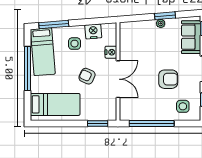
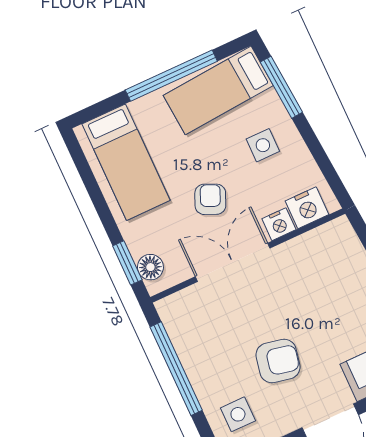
nightstand: (93, 31) -> (307, 208), moved, turned 95
double door: (118, 79) -> (233, 262), swing flipped
armchair: (168, 79) -> (278, 361), turned -78
floor lamp: (104, 115) -> (150, 267), added

